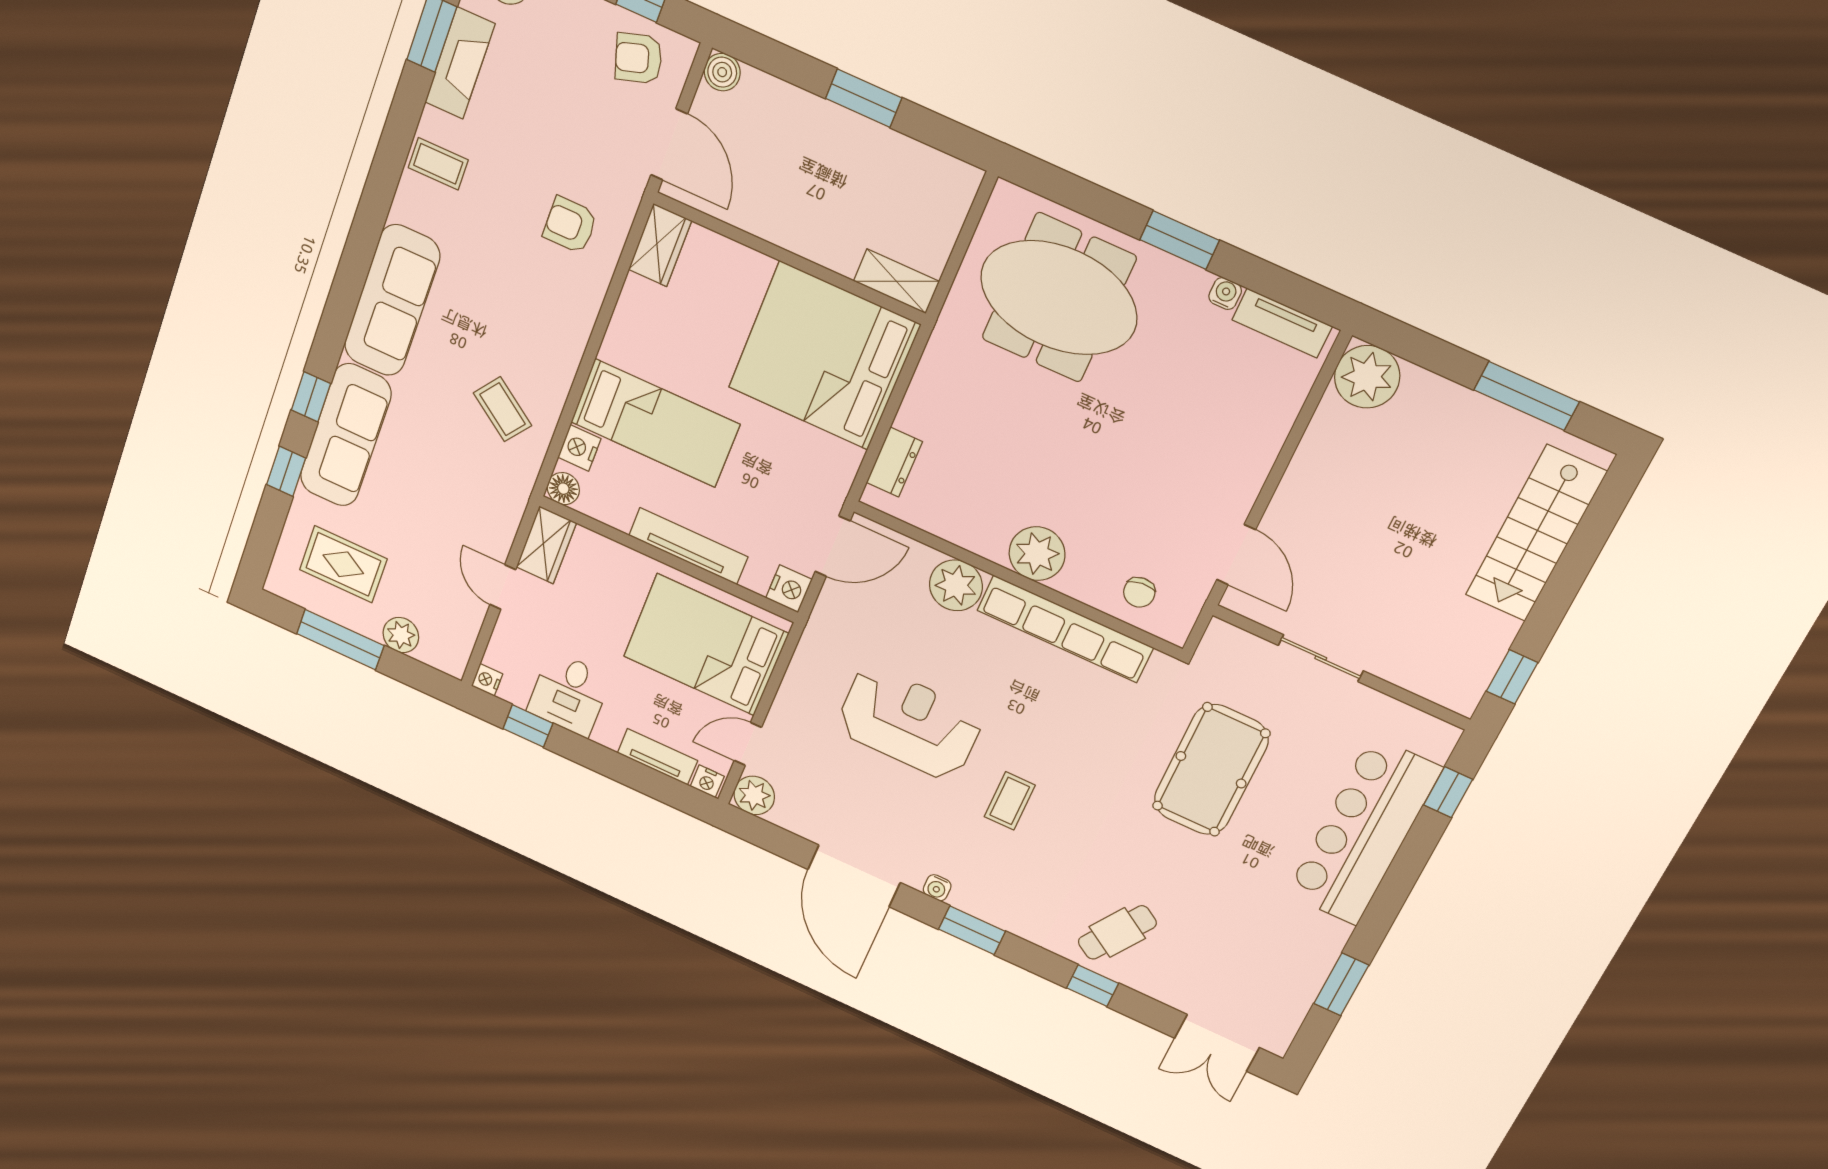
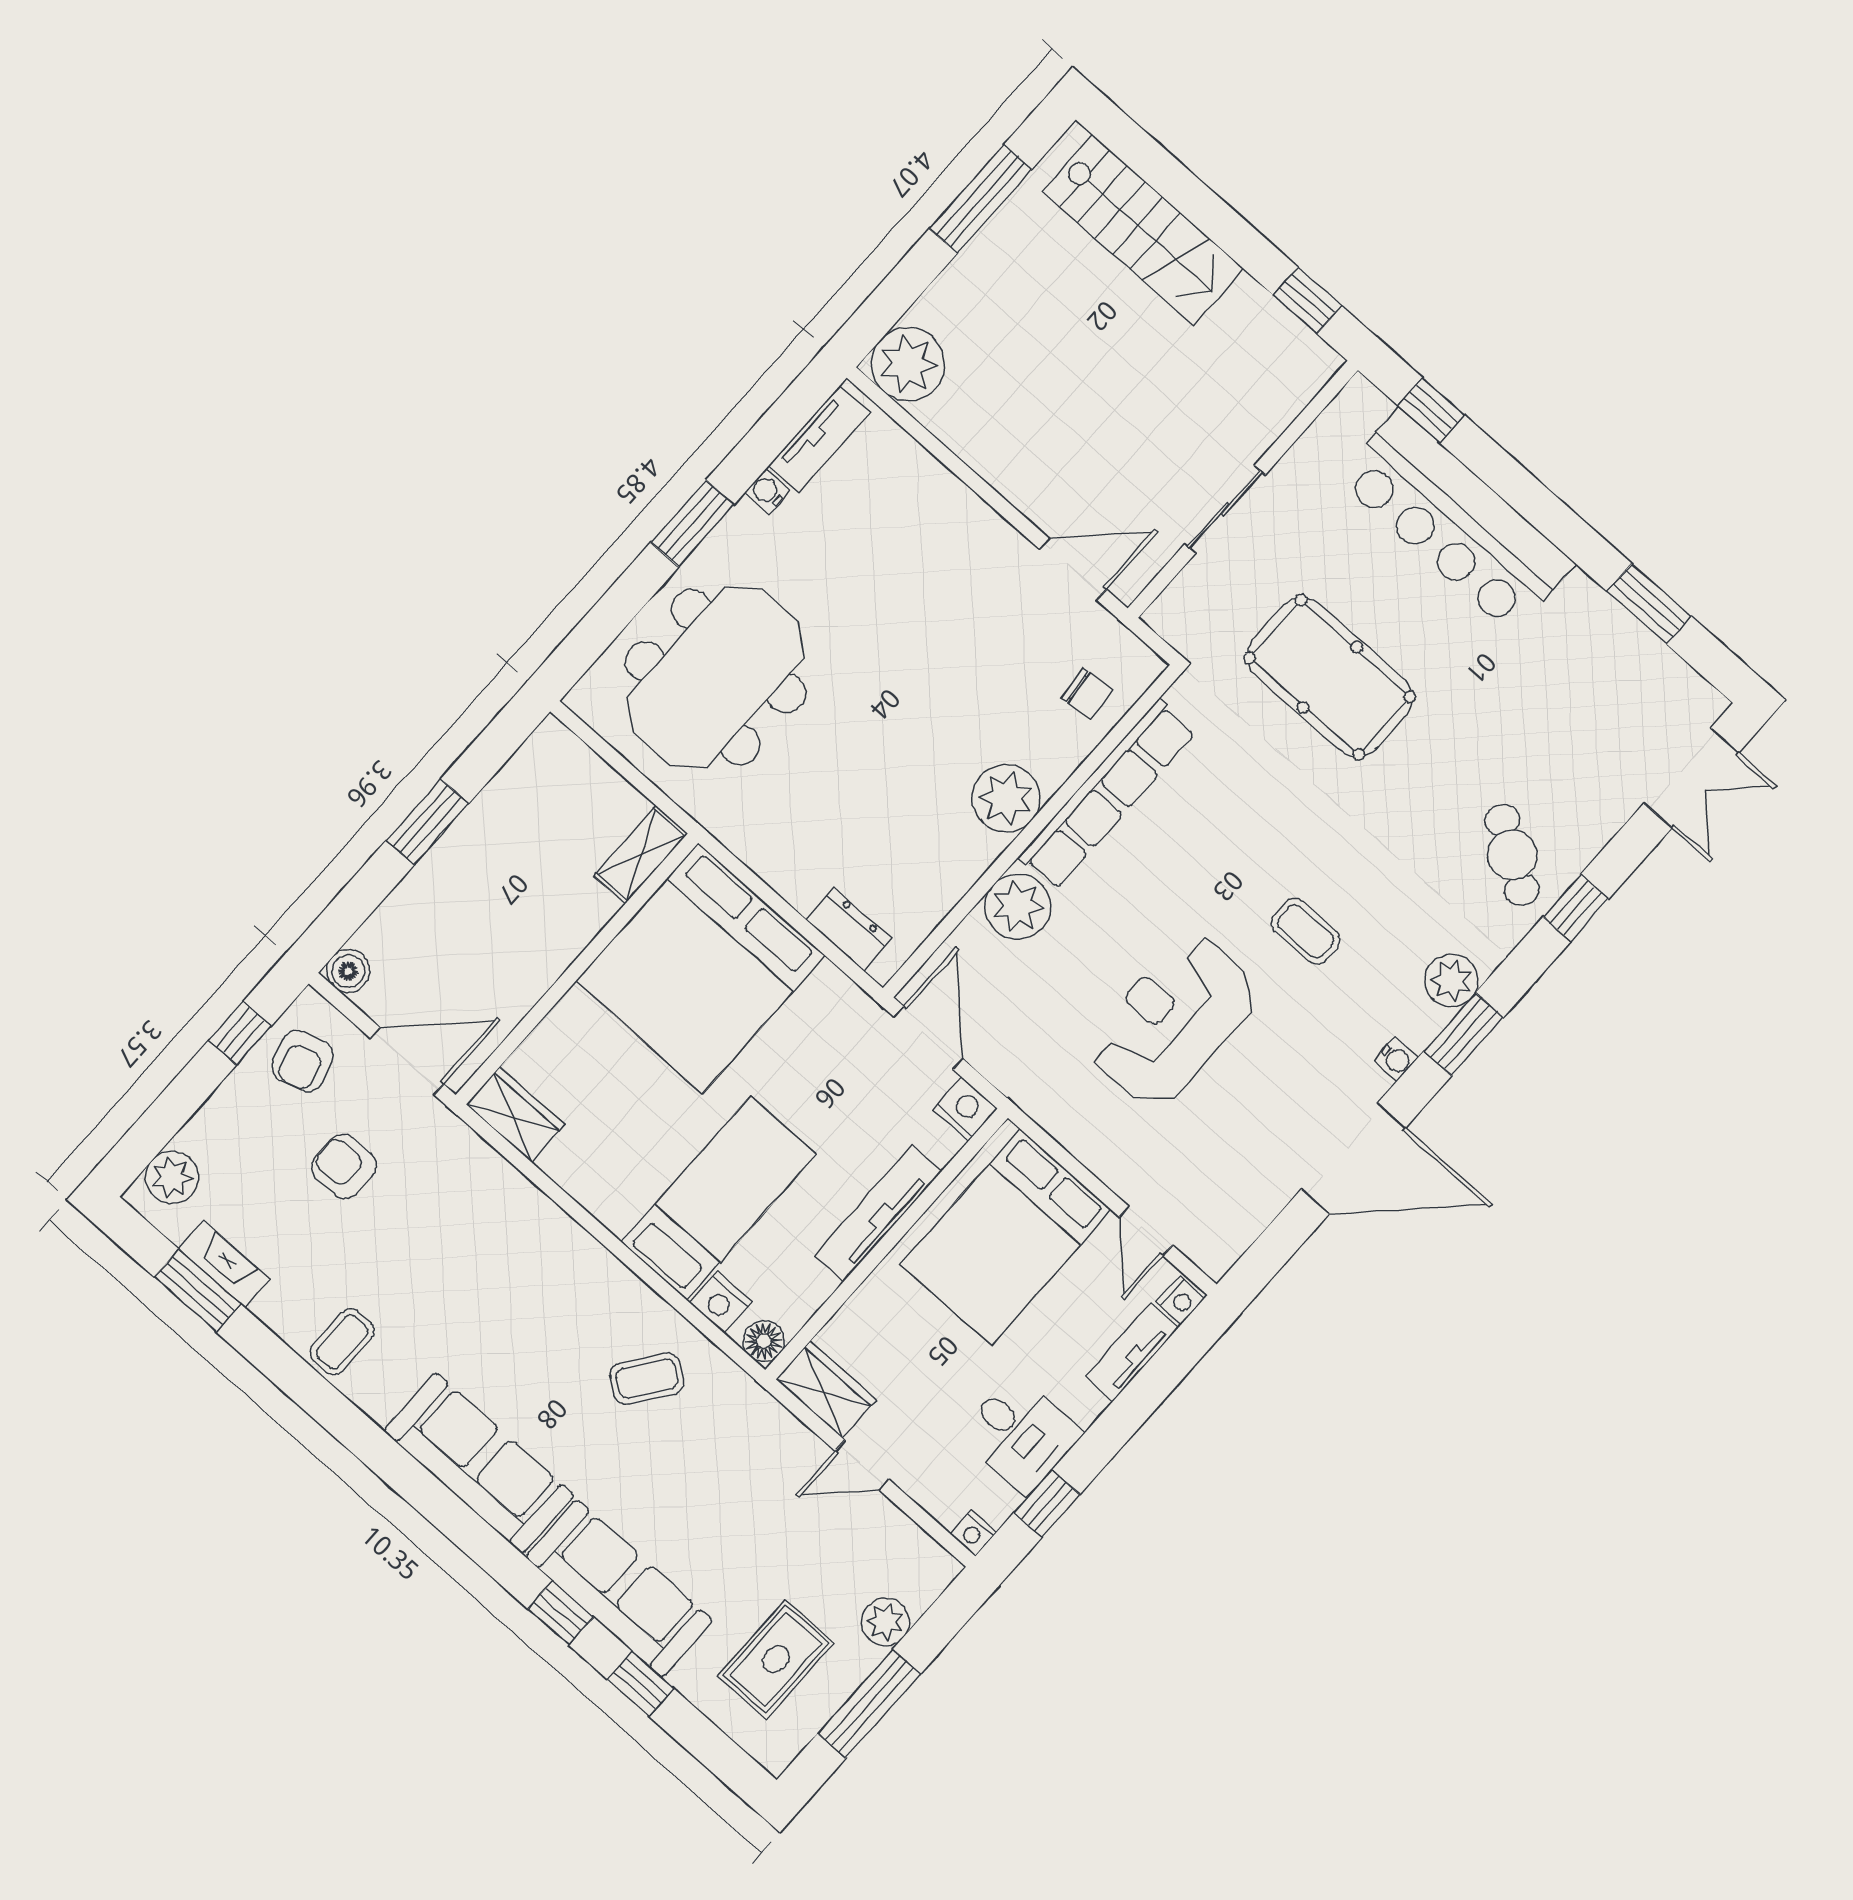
fireplace: (460, 63) -> (224, 1264), width x0.73, depth x0.76
armchair: (570, 225) -> (344, 1166), moved, turned 90
plant: (754, 795) -> (1451, 980), moved

